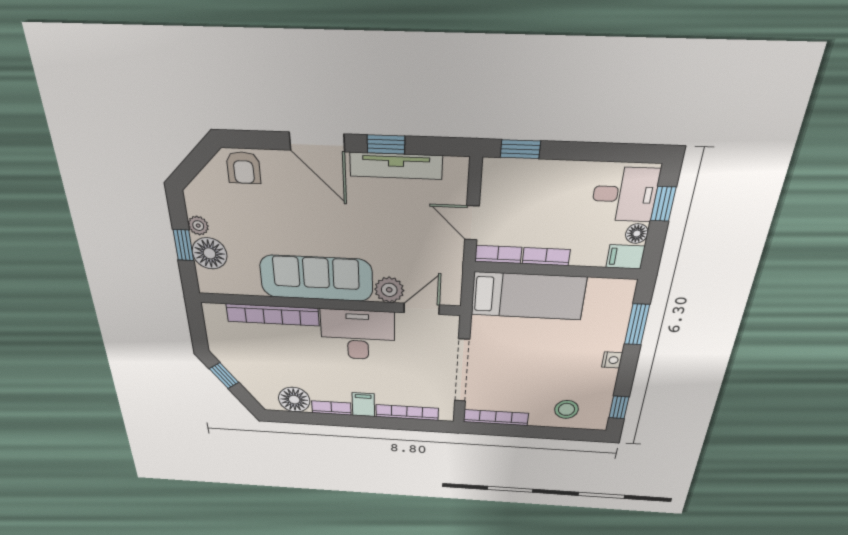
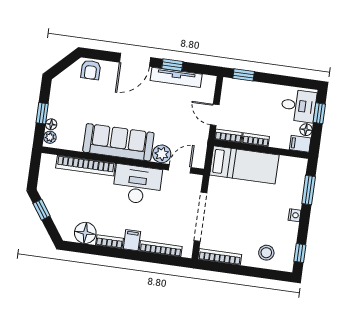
door: (317, 142) -> (135, 60), hinge flipped
plant: (198, 226) -> (50, 137), moved
floor lamp: (210, 253) -> (51, 124), width x0.53, depth x0.53

